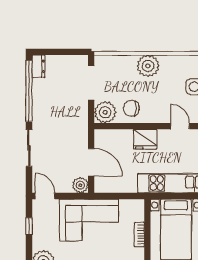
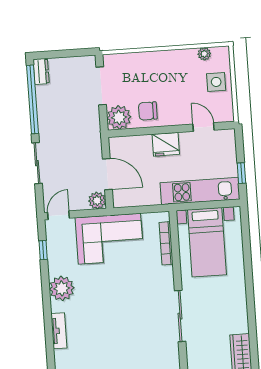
plant: (148, 66) -> (204, 54), moved, width x0.53, depth x0.53
door: (45, 196) -> (59, 215), hinge flipped
bookcase: (139, 235) -> (166, 243), width x1.56

